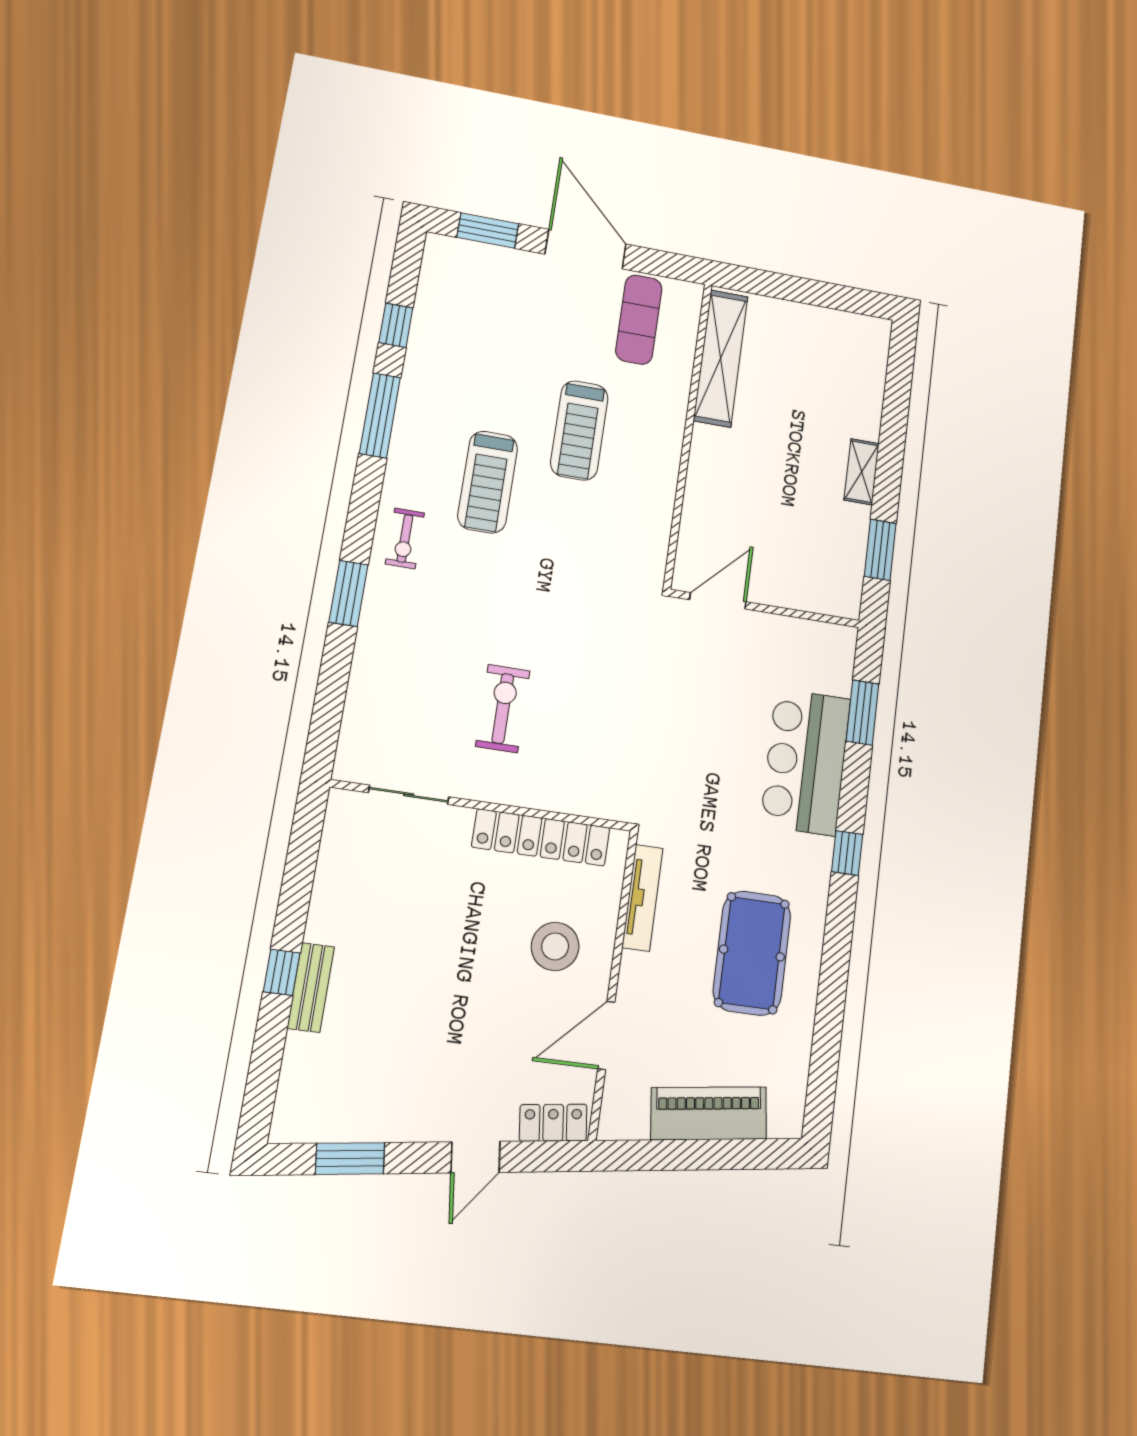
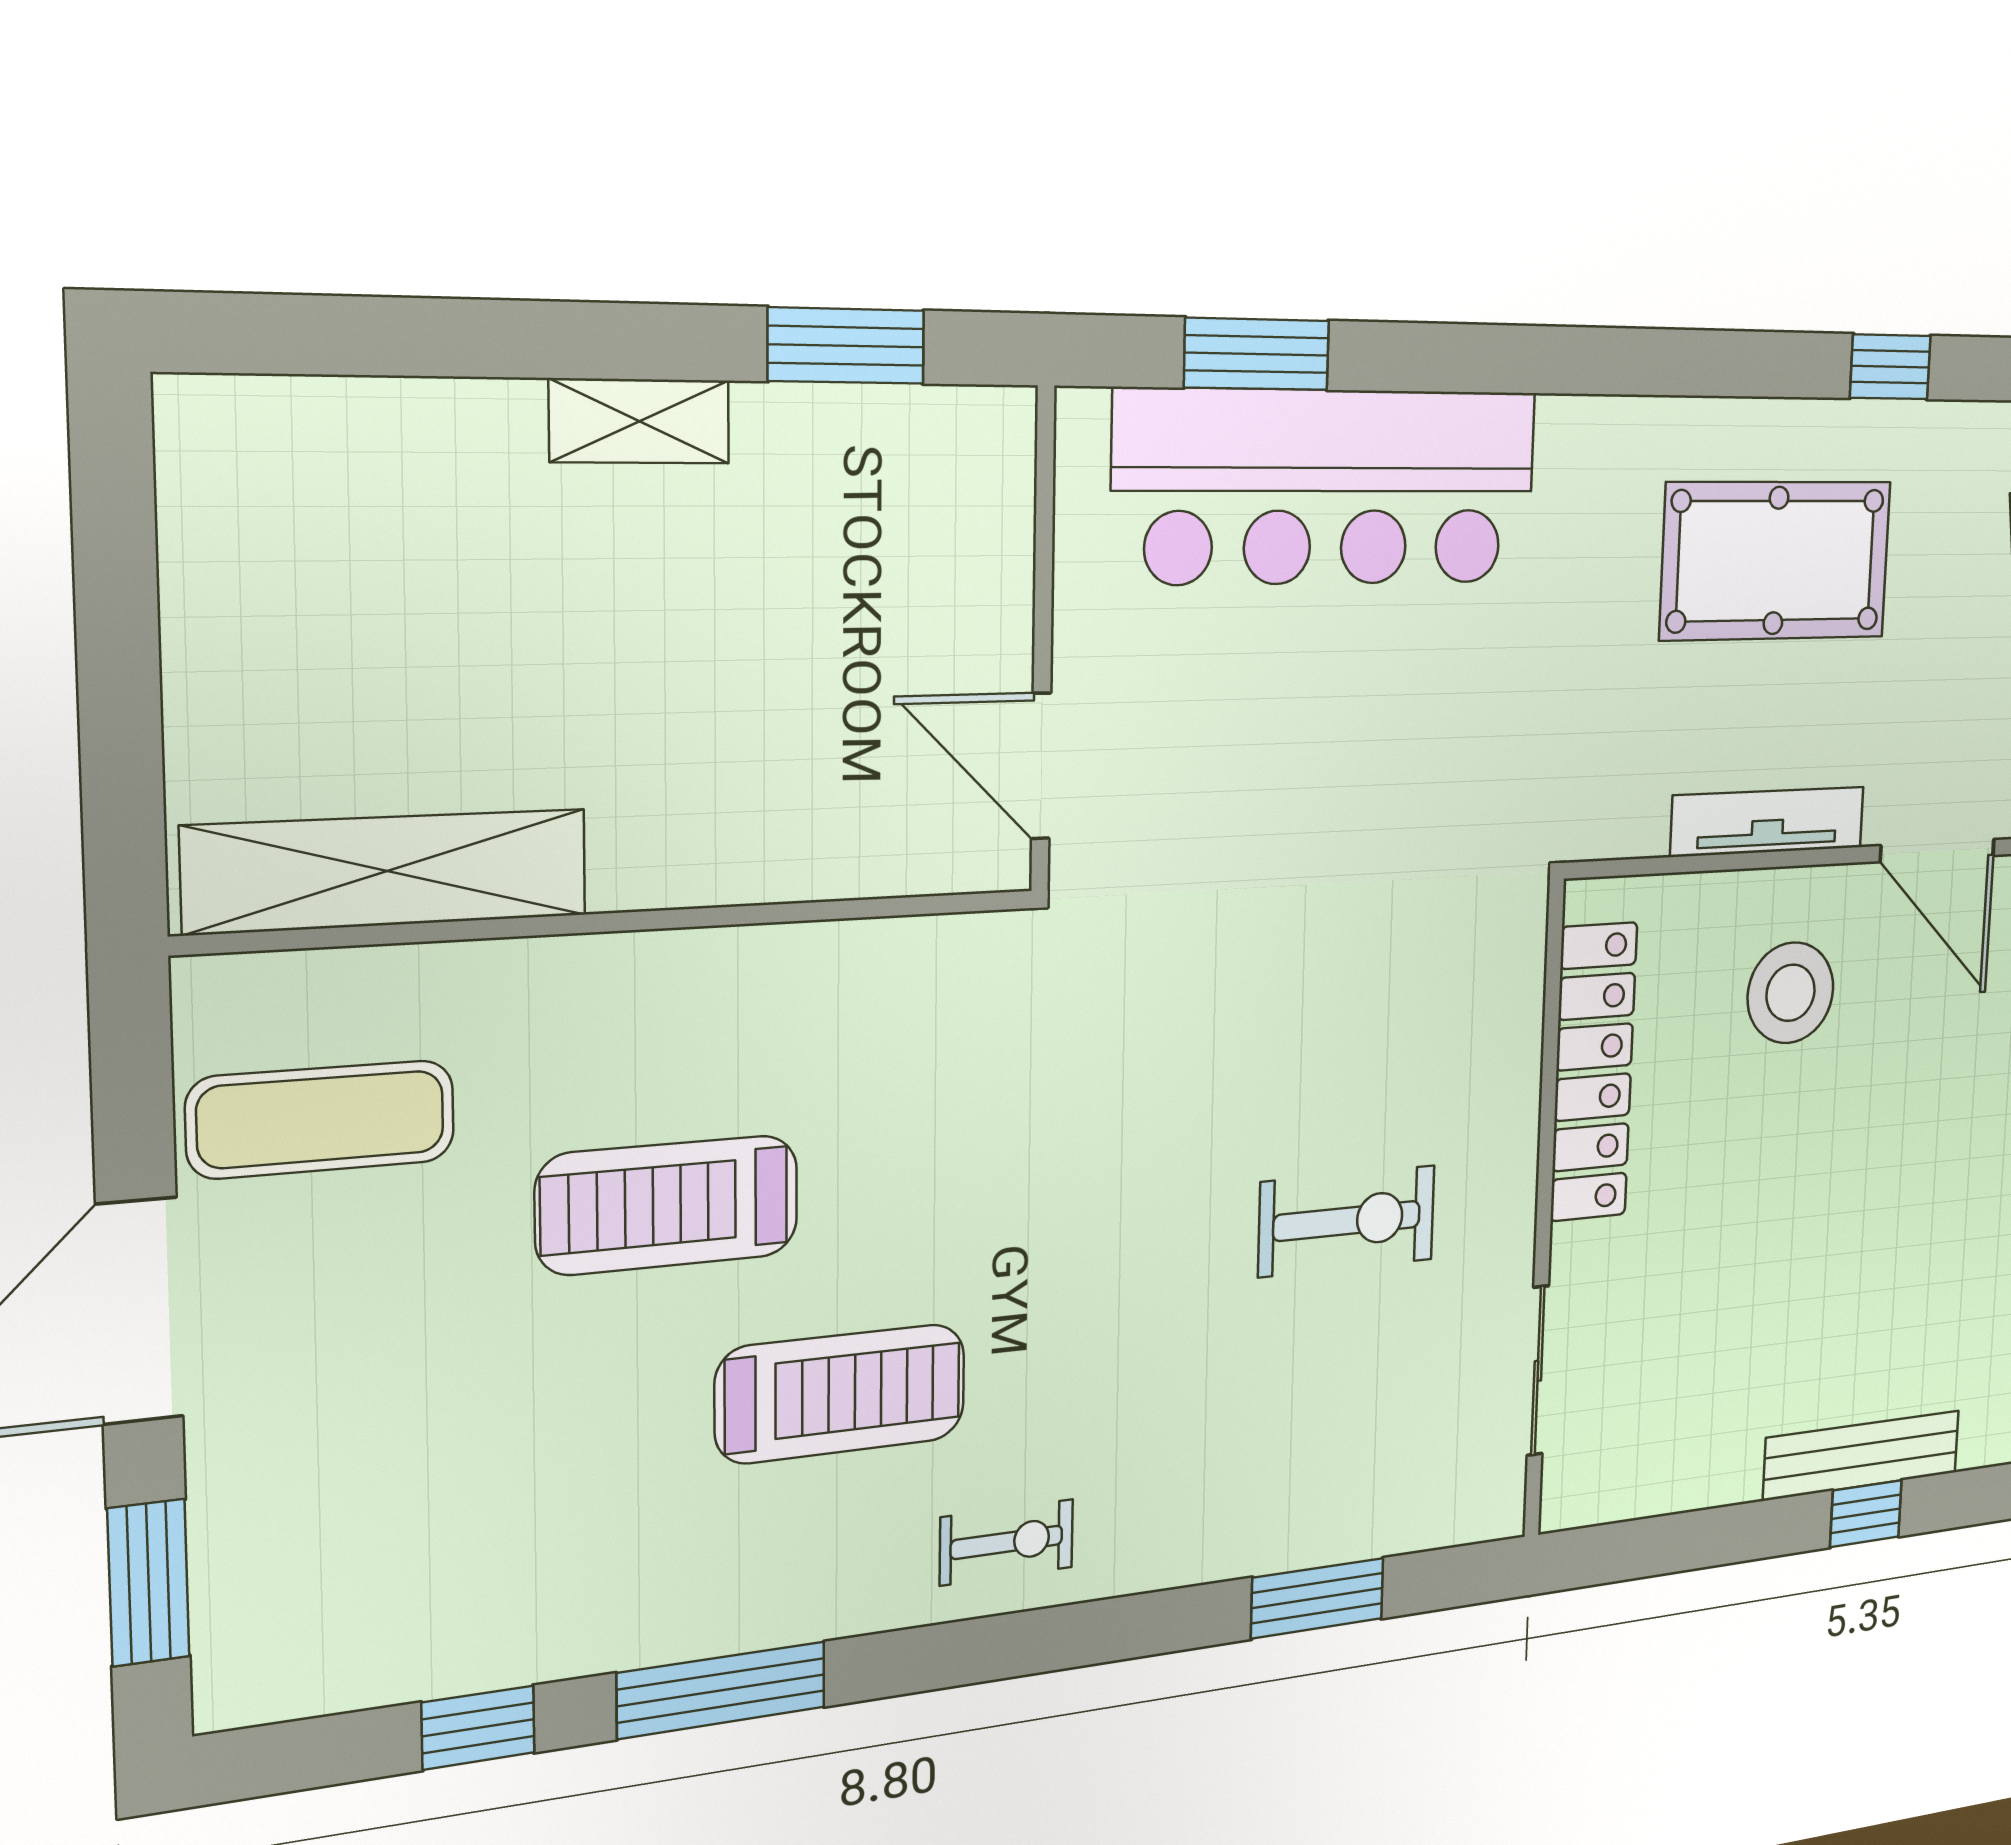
treadmill: (579, 430) -> (668, 1205), turned 180
window: (348, 593) -> (1317, 1598), moved
exercise bike: (503, 708) -> (1347, 1221), turned 180
bar counter: (806, 762) -> (1327, 487), width x1.36
window: (847, 853) -> (1890, 367), moved
tv unit: (642, 898) -> (1768, 822), moved
bench: (311, 987) -> (1862, 1455), width x1.36

